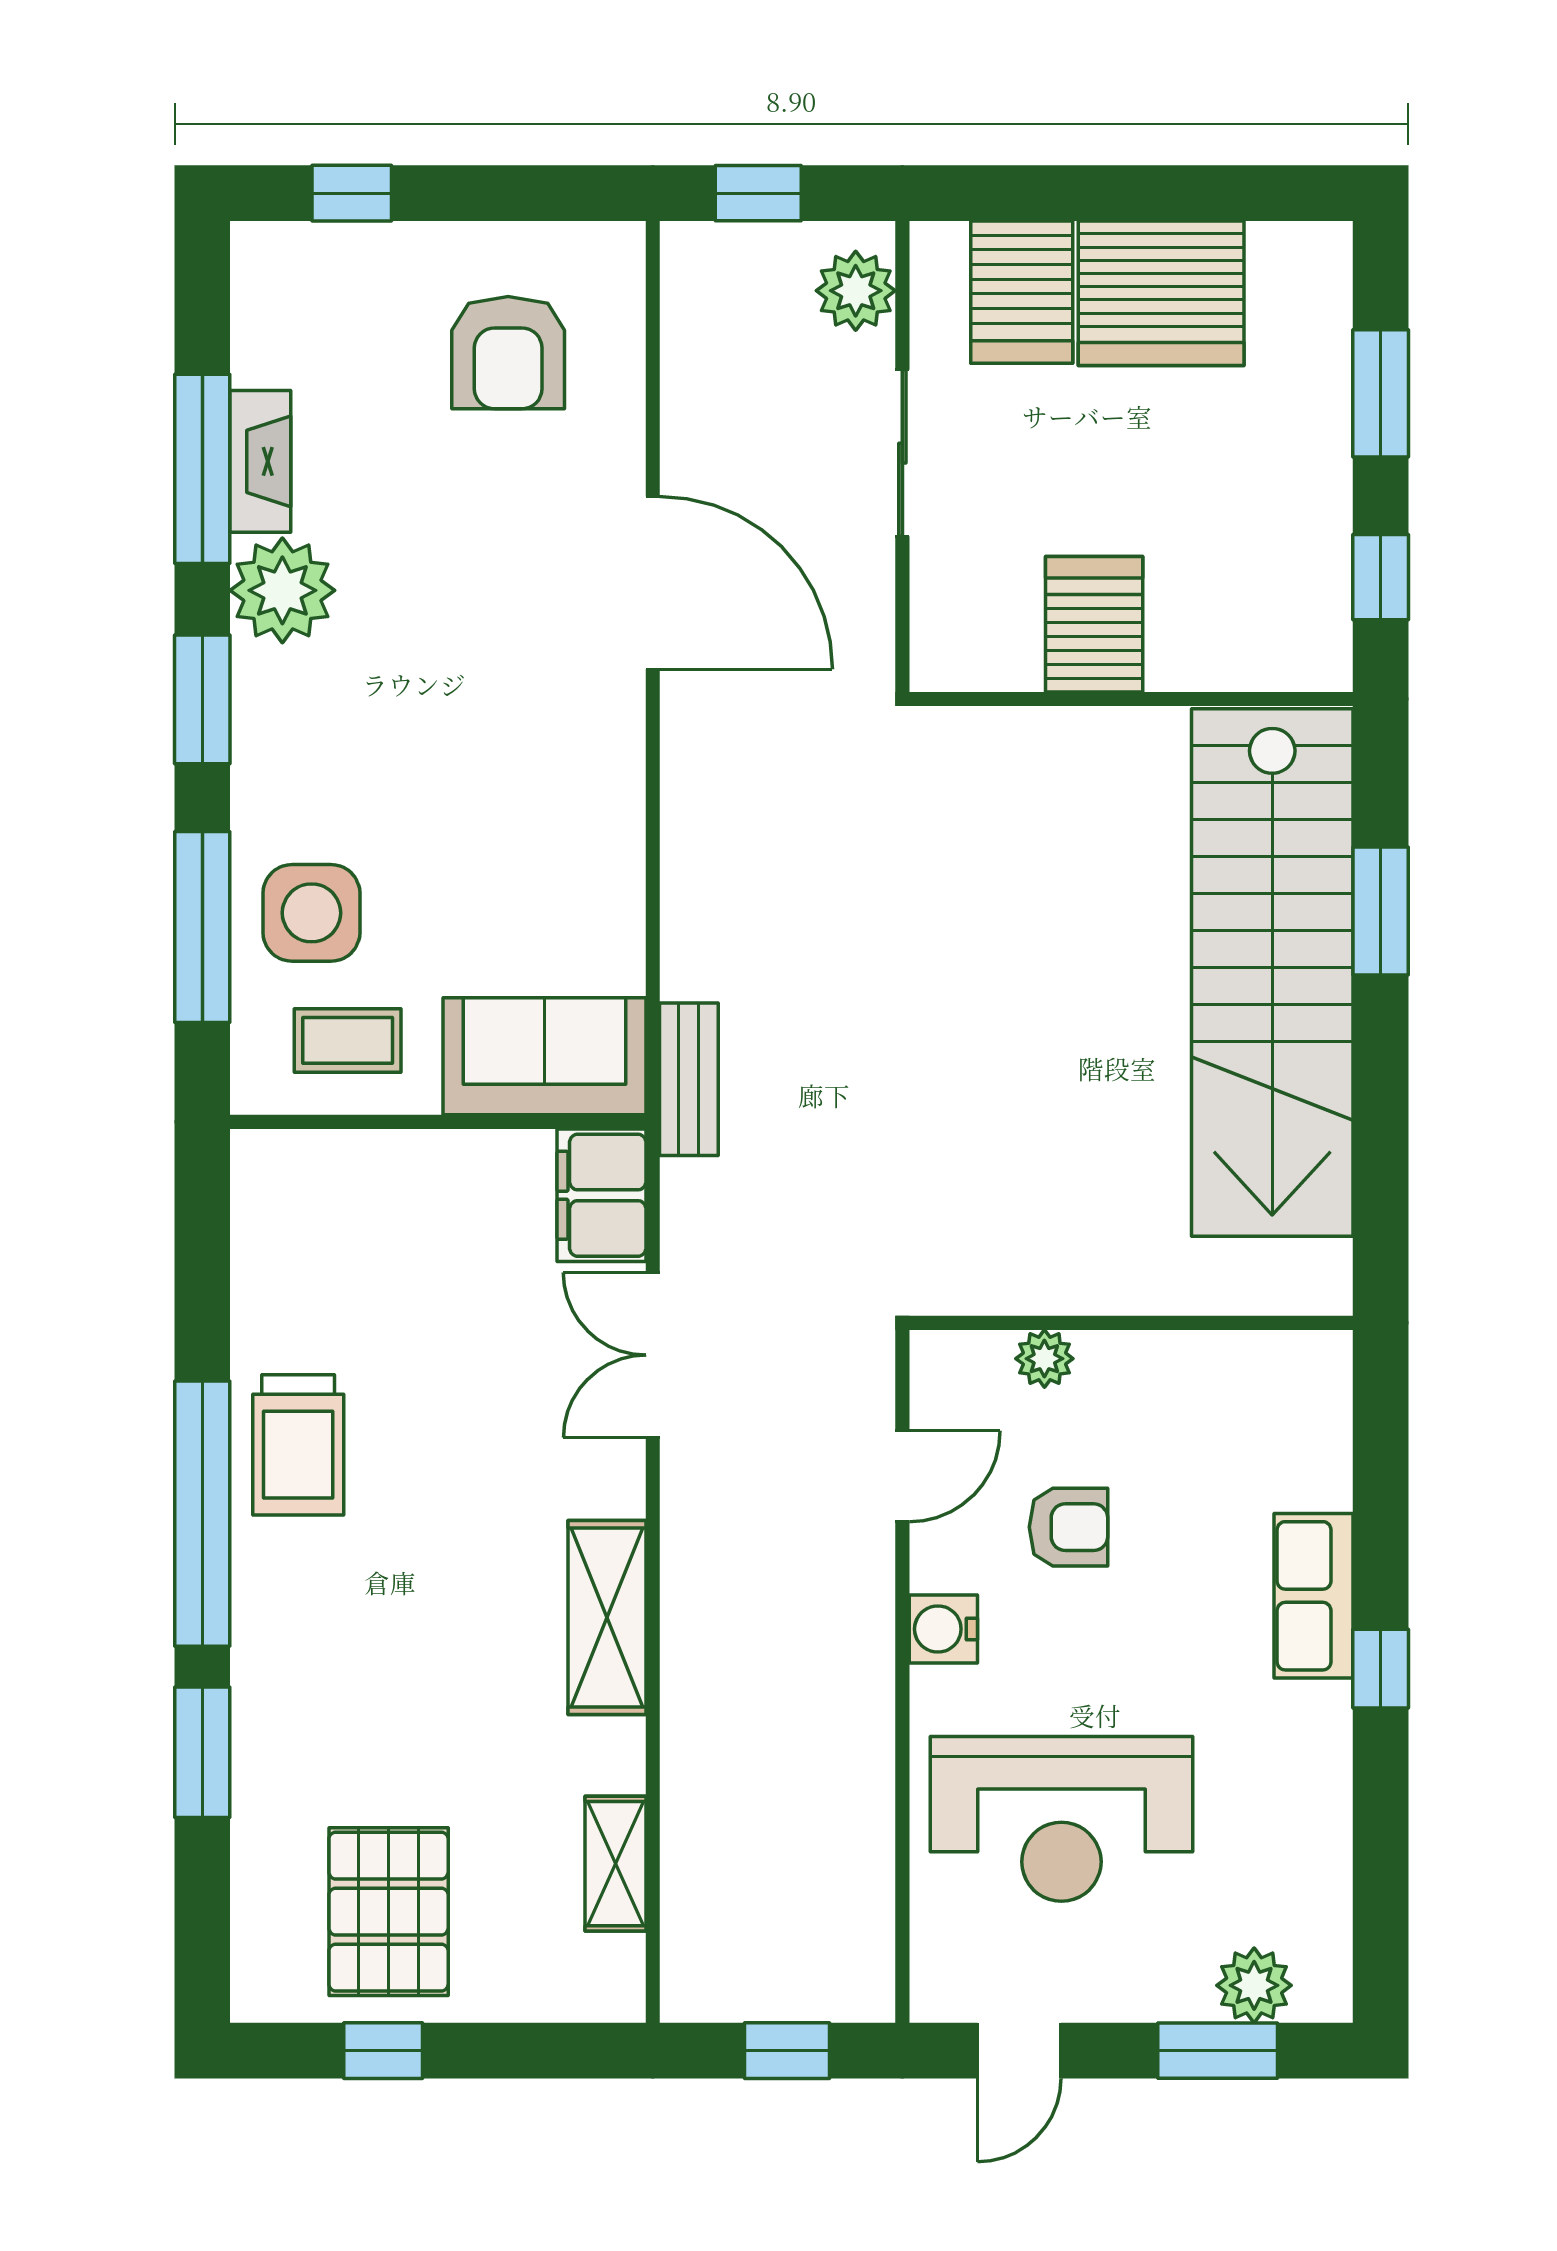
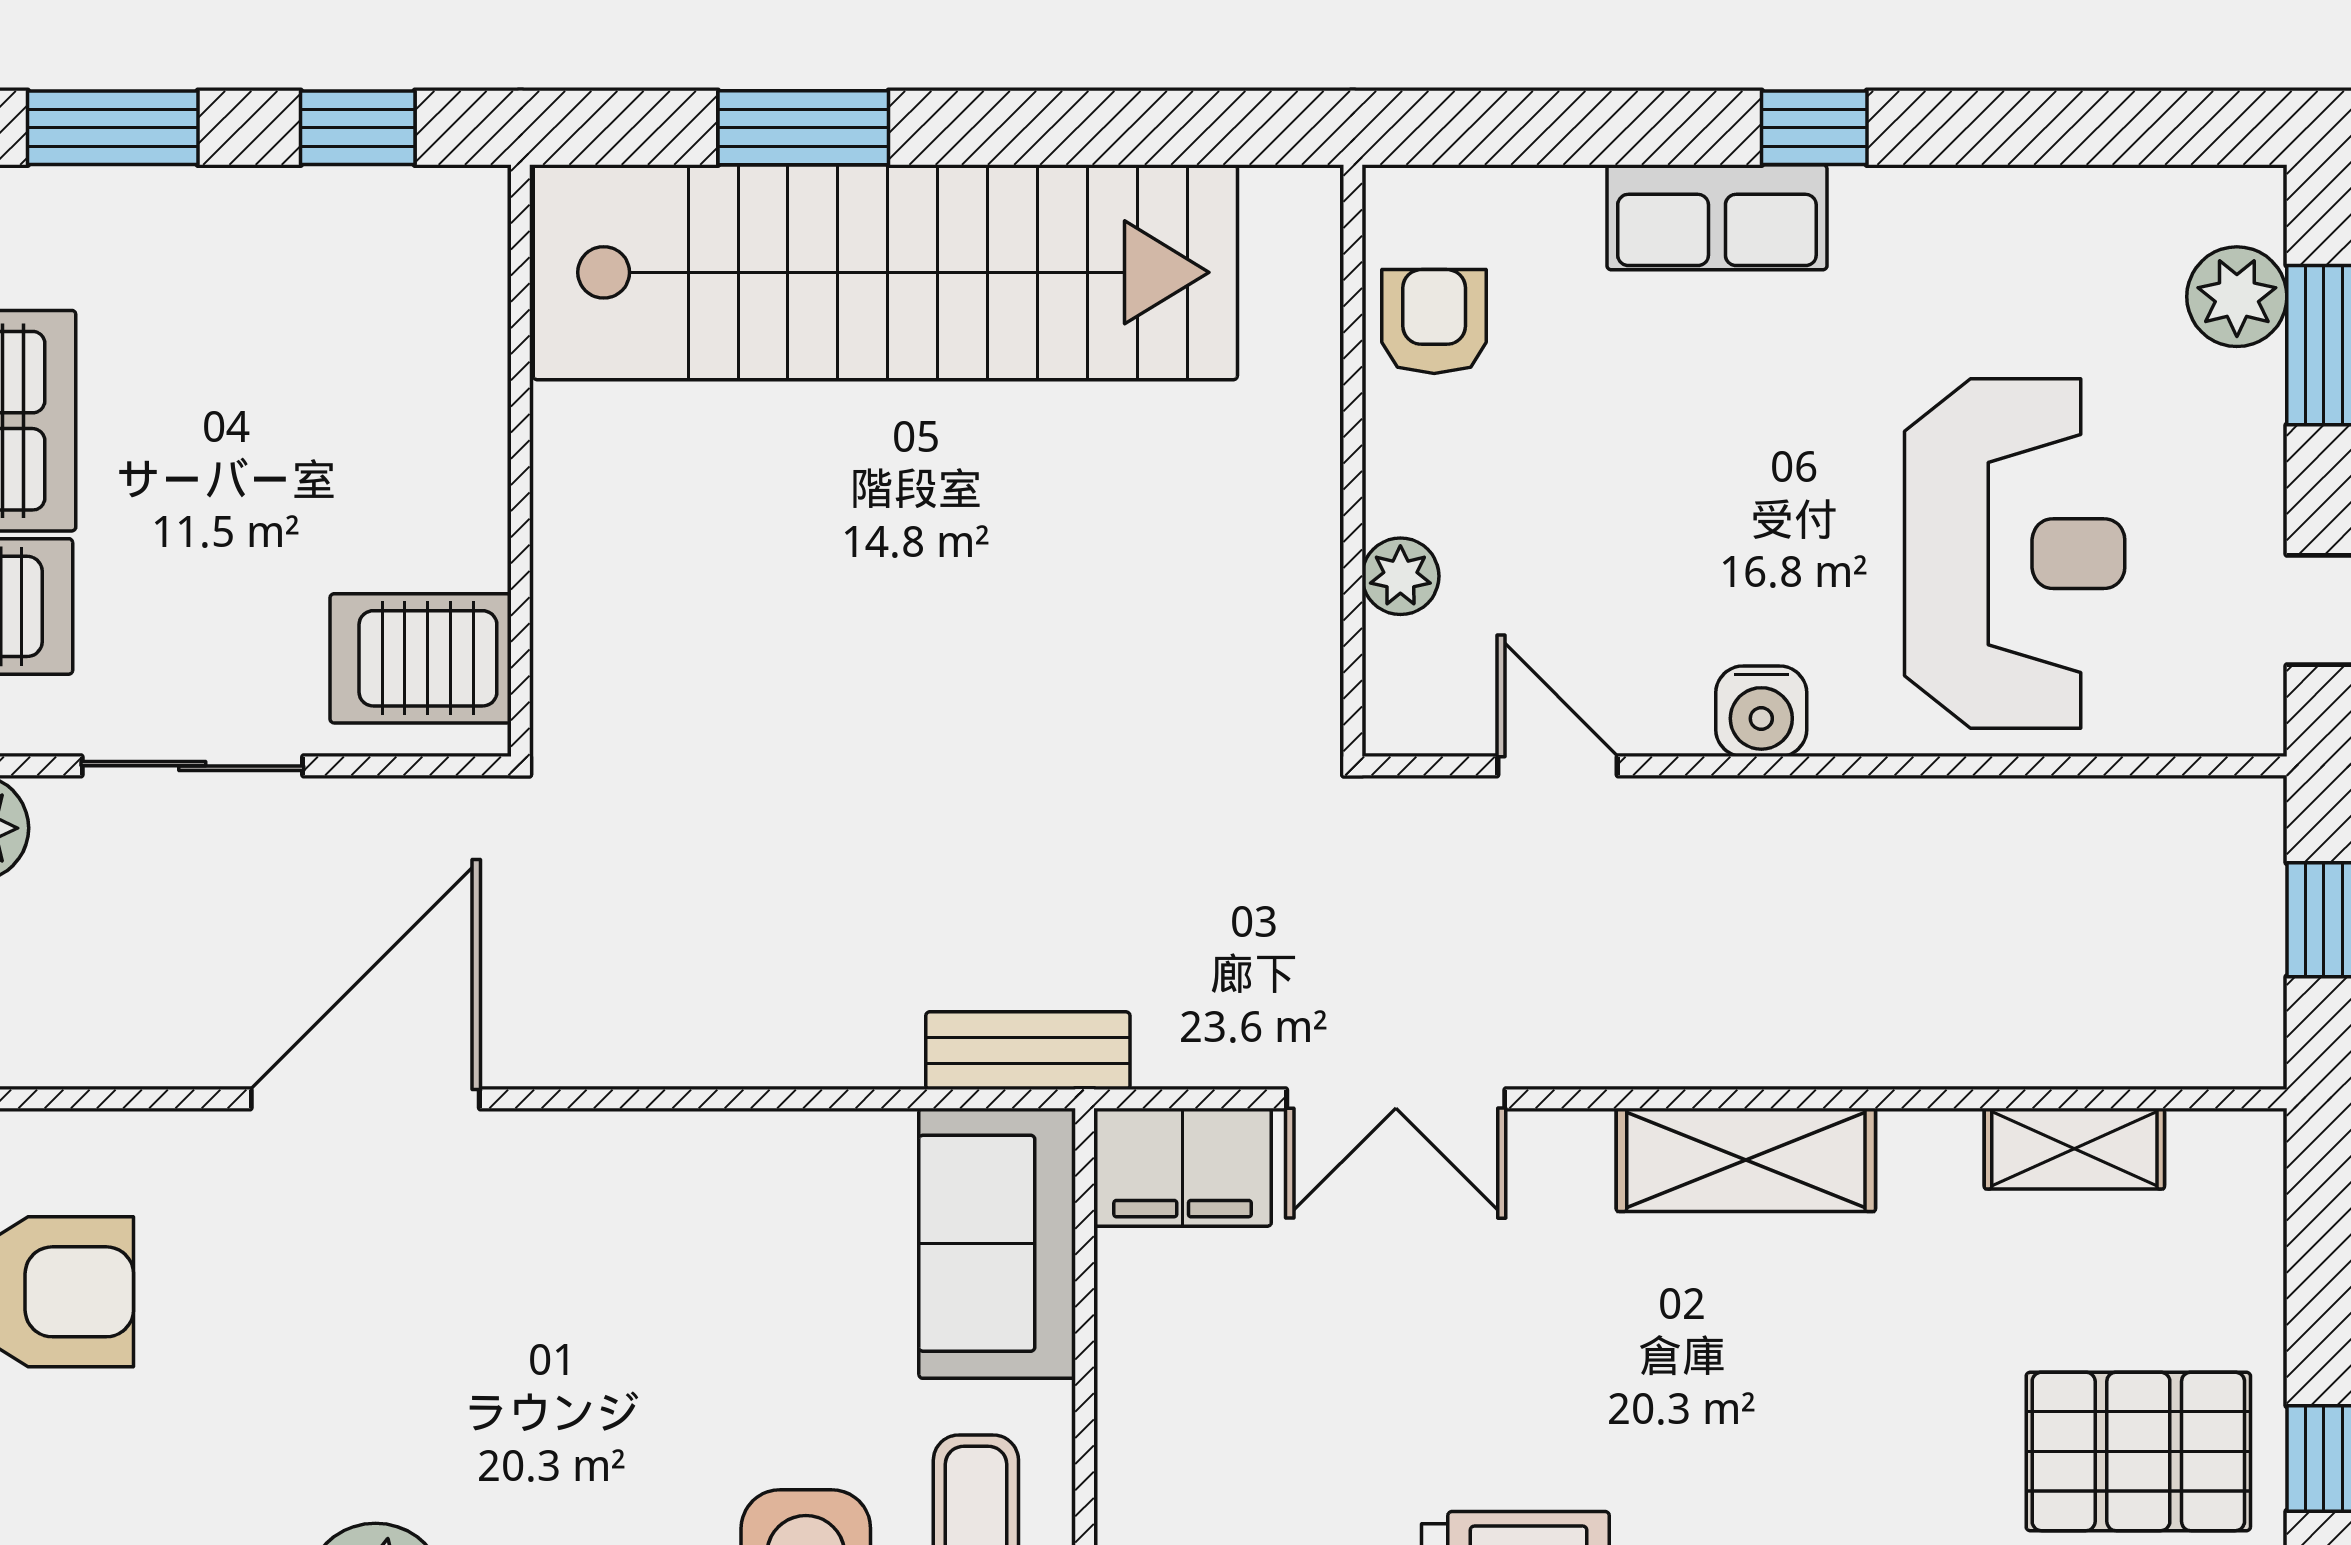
server rack: (1094, 624) -> (421, 658), moved
armchair: (1069, 1527) -> (1434, 321), moved

